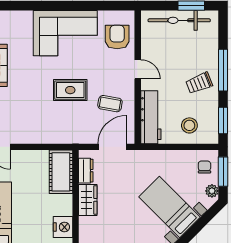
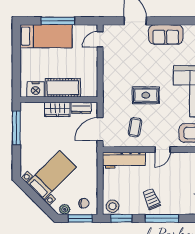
rug: (70, 90) -> (146, 95), turned 90
stool: (189, 125) -> (113, 206), moved
door: (112, 147) -> (100, 129), swing flipped
cot: (61, 172) -> (63, 88), moved

